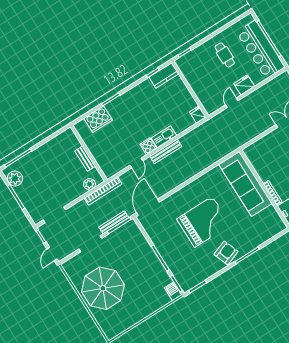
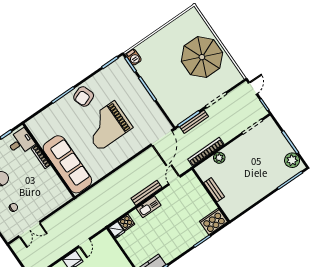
cooker: (148, 146) -> (127, 223), moved
wall: (89, 153) -> (211, 195), moved
bench: (85, 159) -> (214, 190), moved

